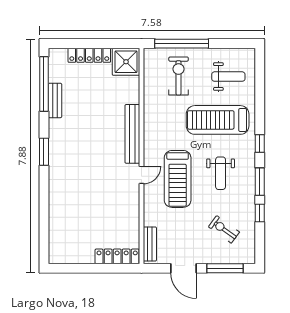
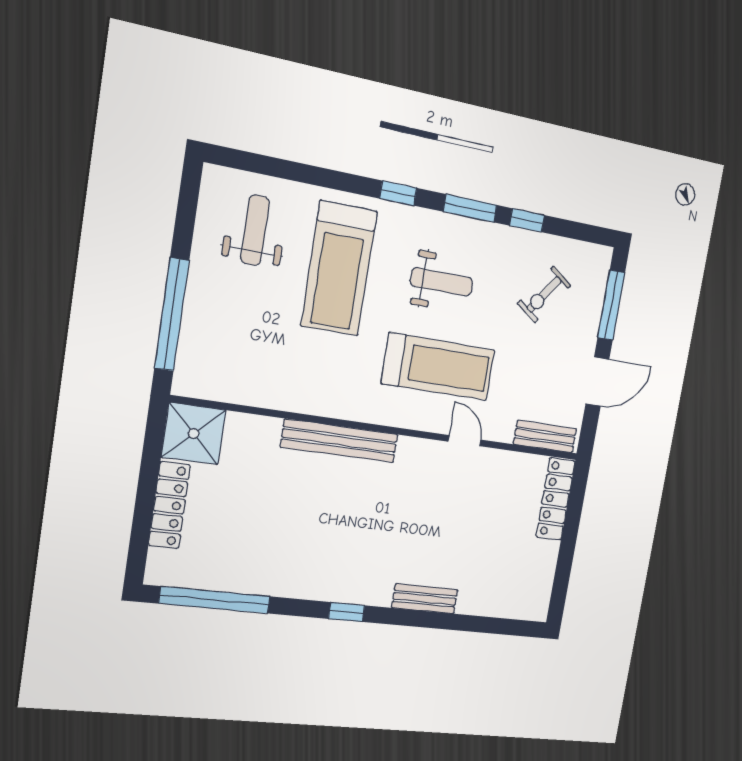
exercise bike: (179, 76) -> (239, 332), removed
bench: (55, 100) -> (425, 599), moved
window: (44, 152) -> (347, 612), width x0.67
door: (141, 175) -> (464, 441), moved

